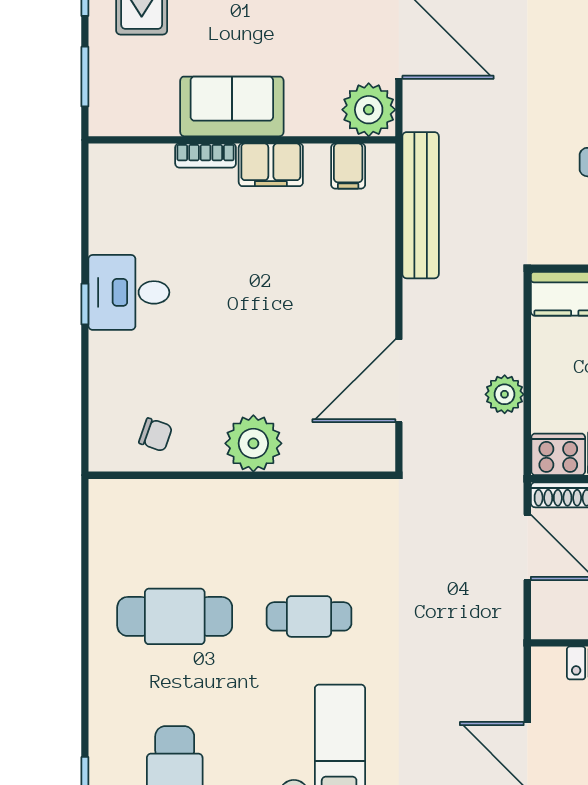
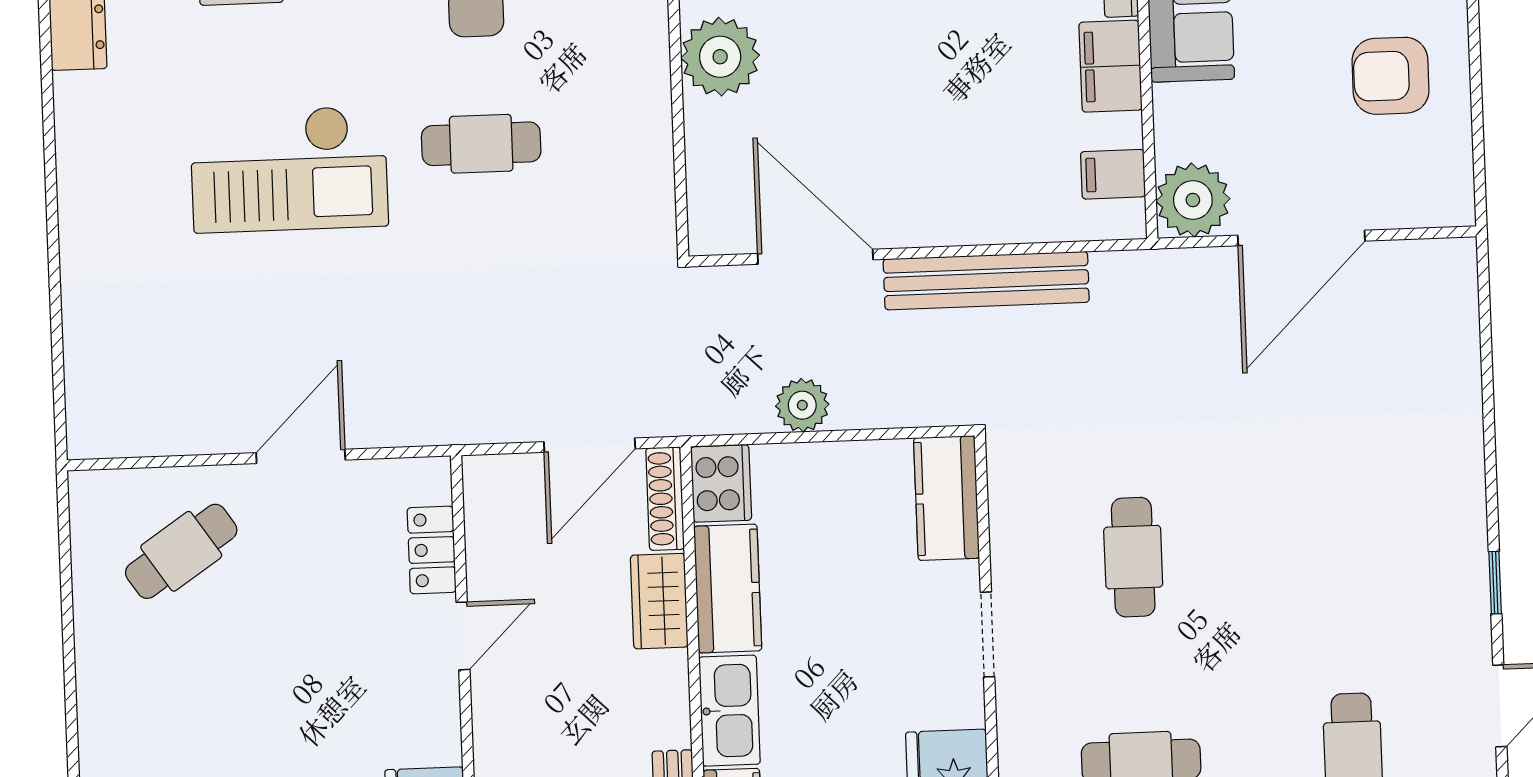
bench: (421, 205) -> (986, 281), moved
cafe table: (309, 616) -> (481, 144), turned 90

